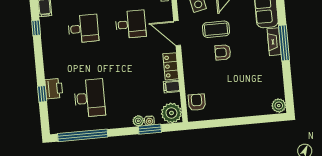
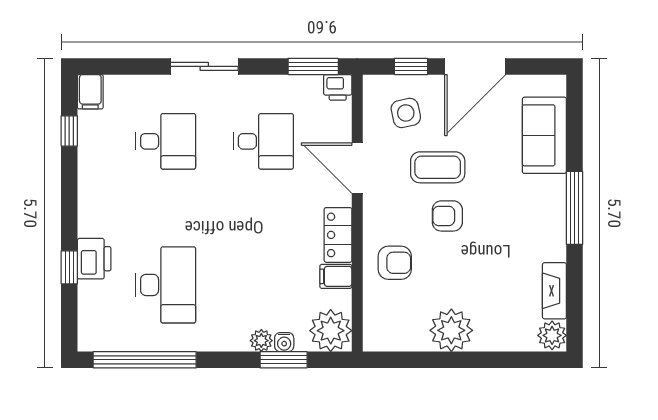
fireplace: (274, 42) -> (554, 291), moved
armchair: (197, 102) -> (395, 263), moved, turned 90
plant: (230, 108) -> (451, 330), added

